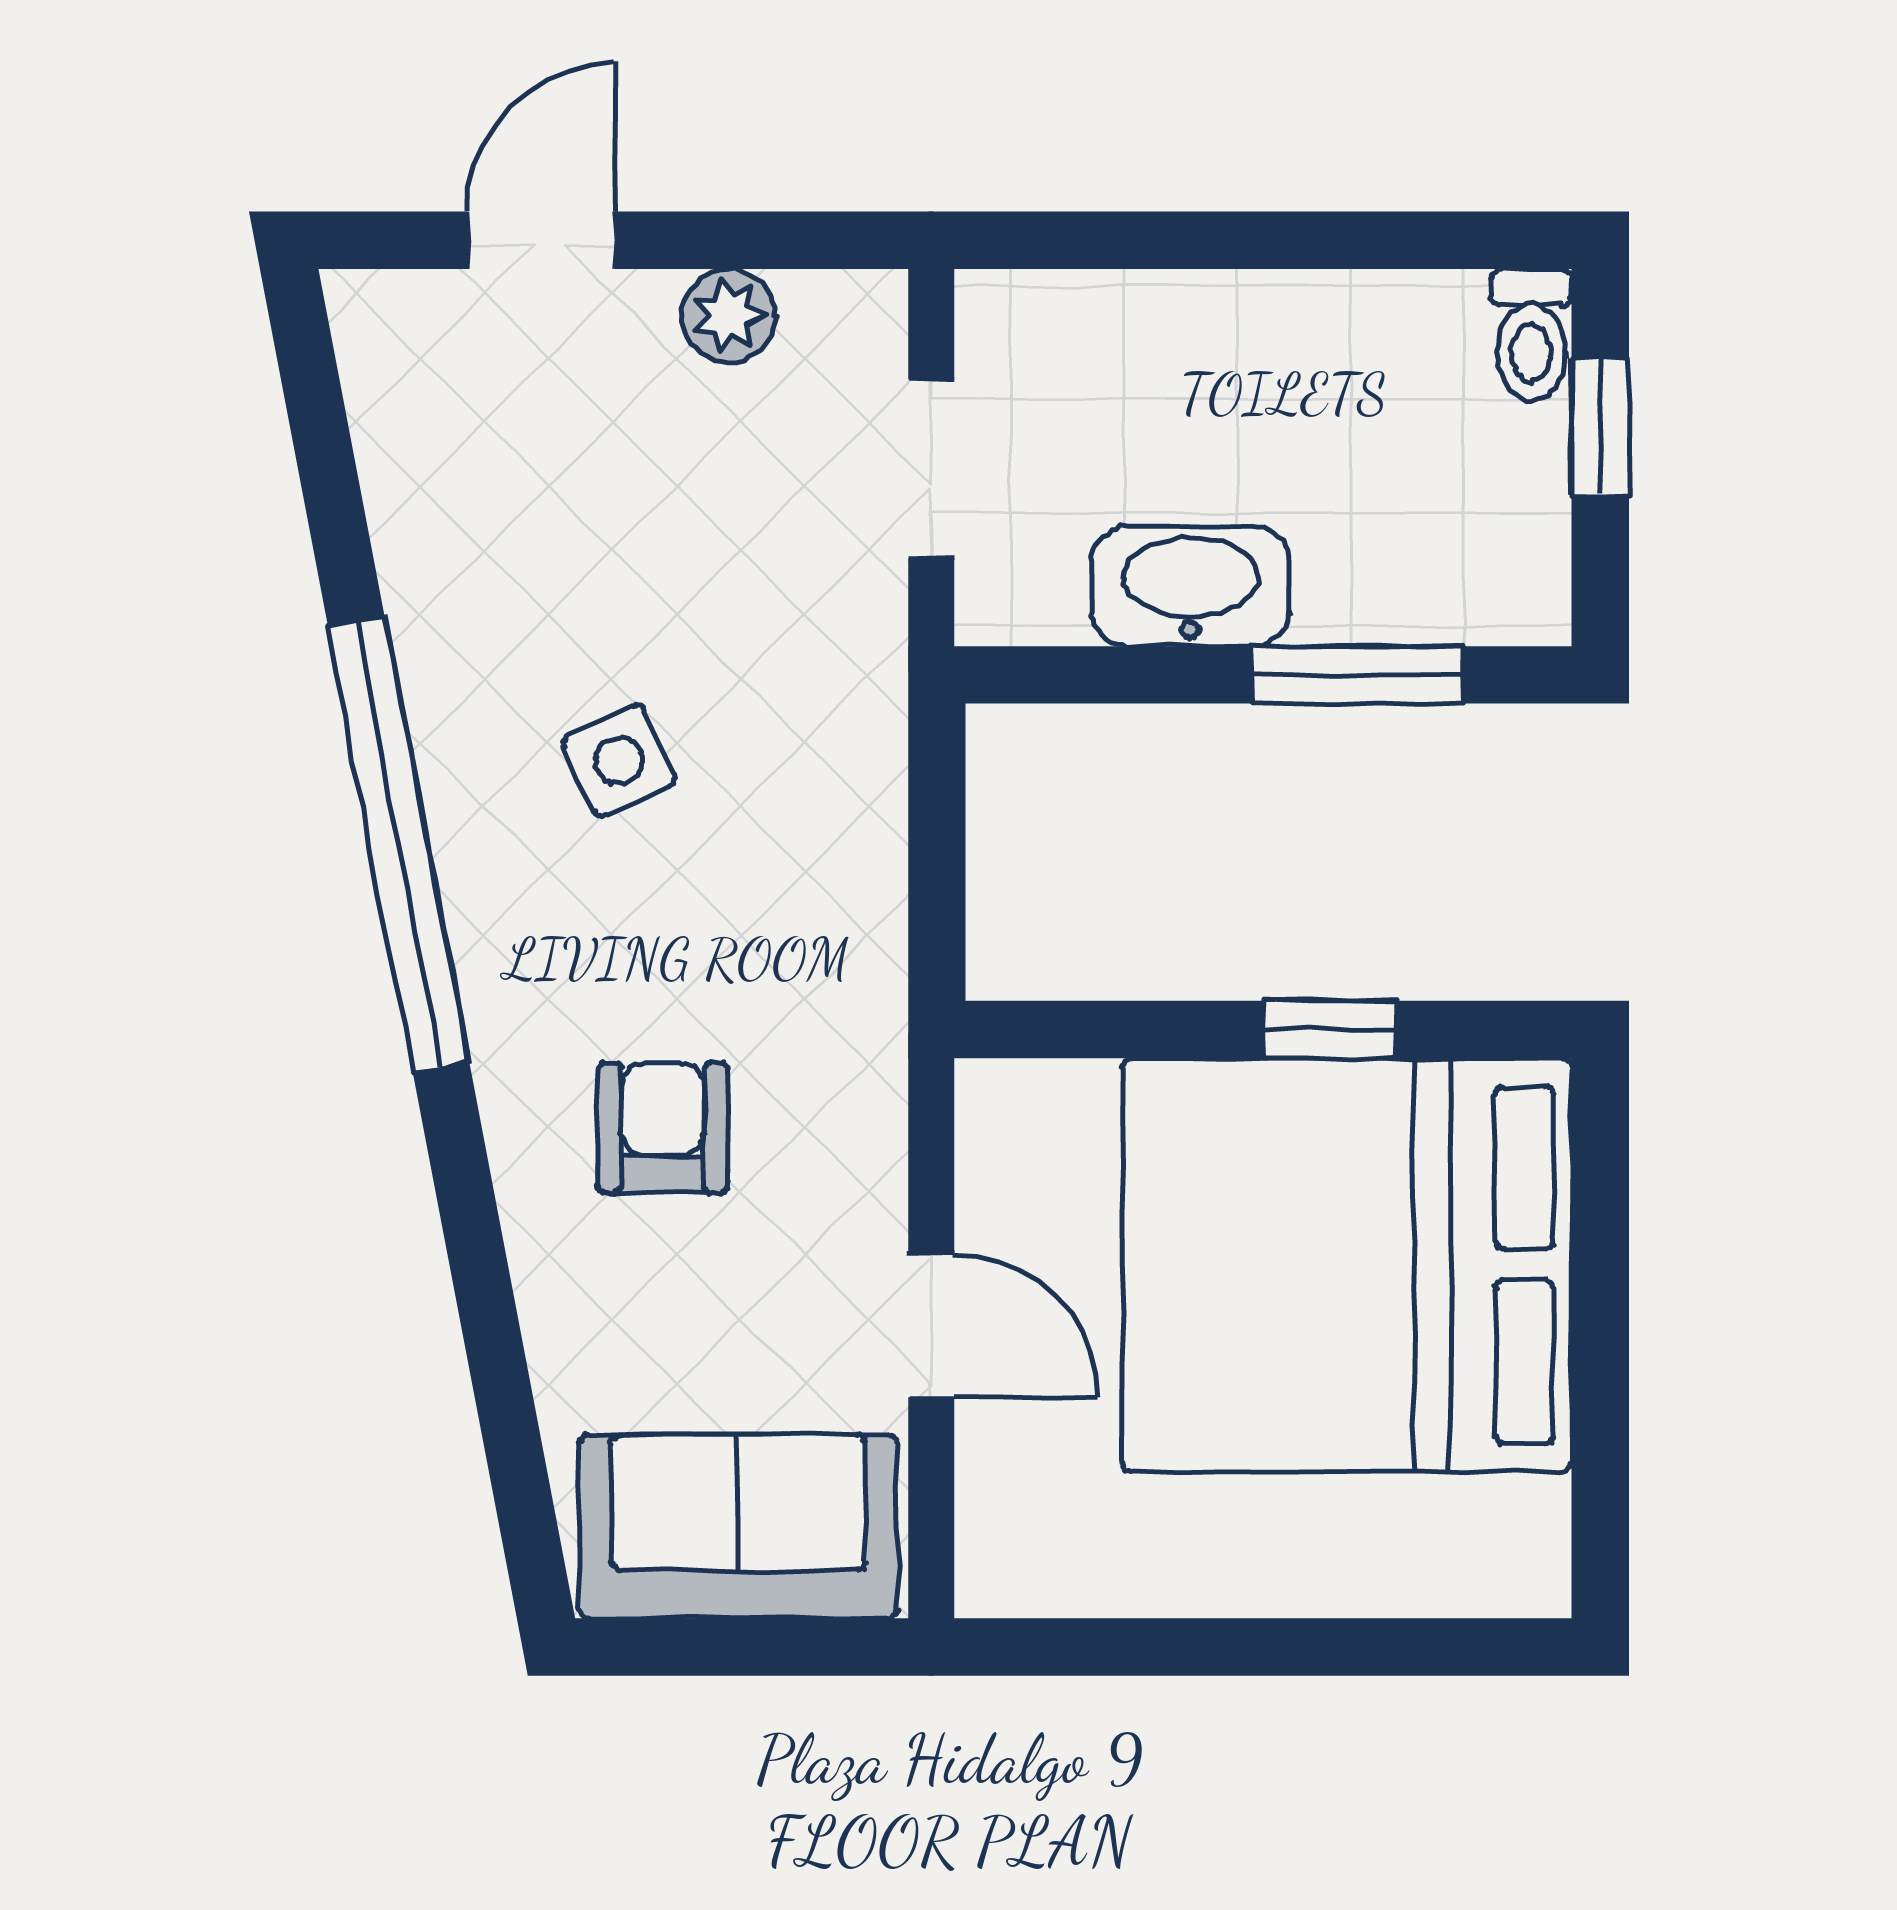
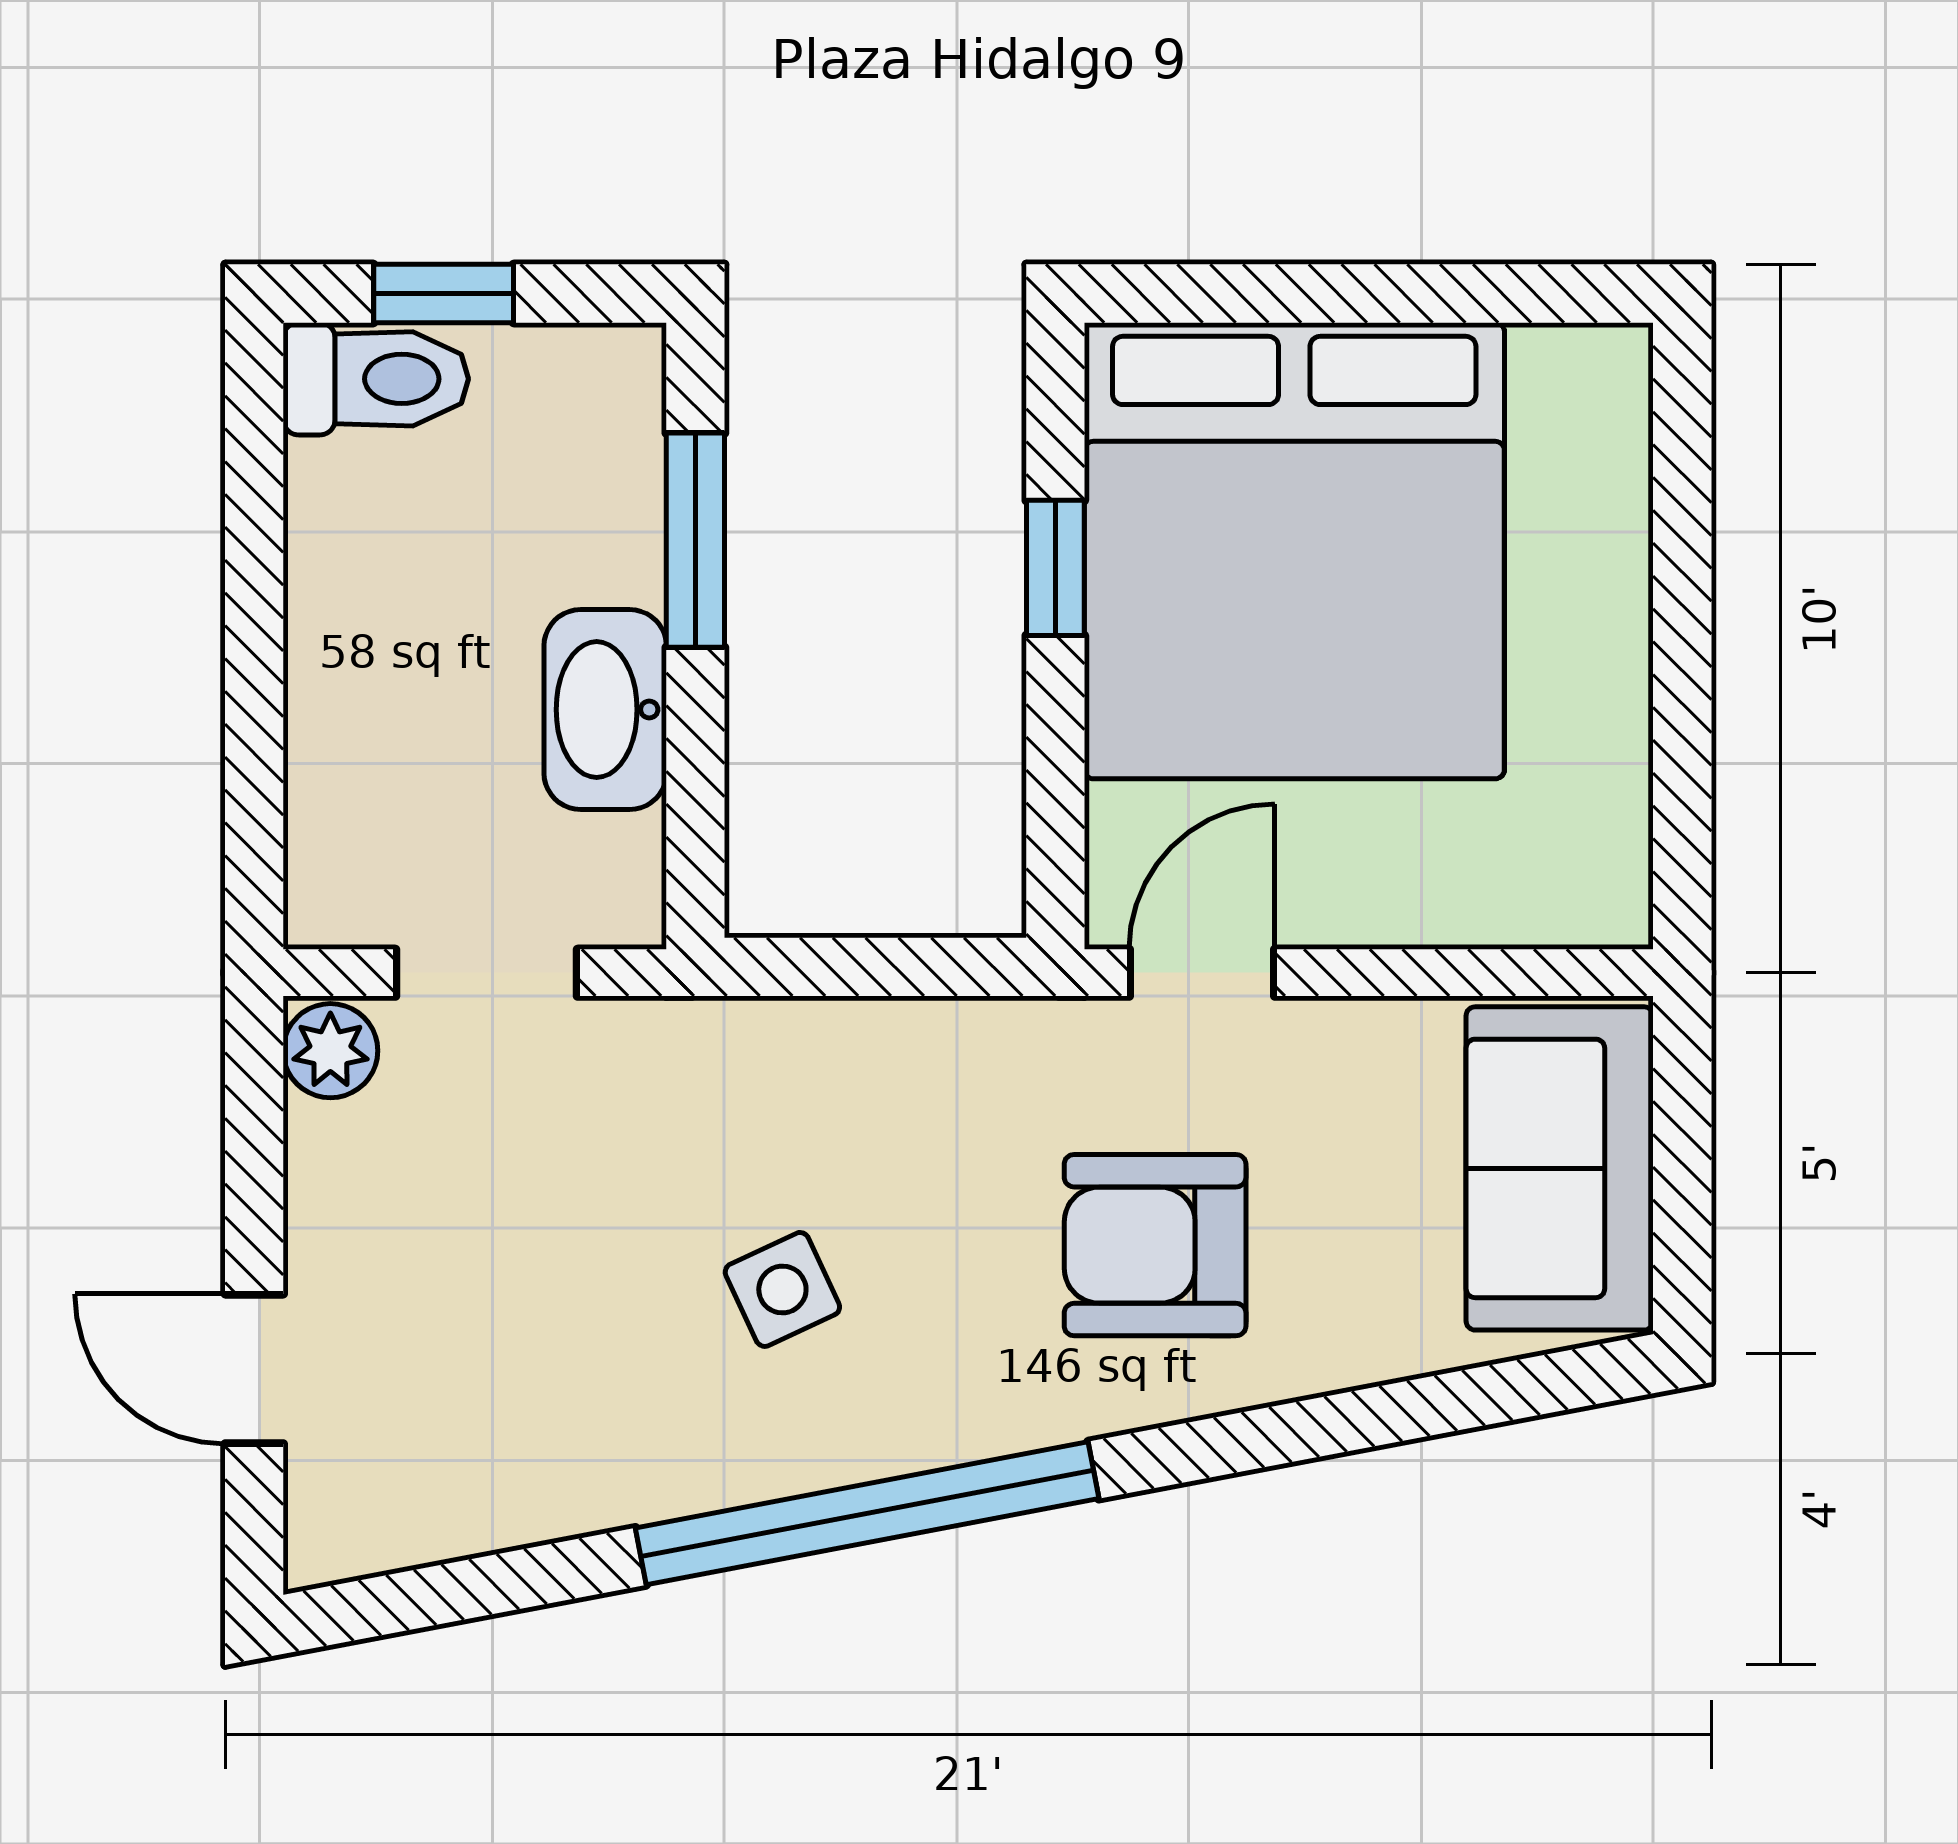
plant: (728, 315) -> (330, 1051), moved
toilet: (1531, 335) -> (376, 379), width x1.37, depth x1.39
armchair: (663, 1128) -> (1155, 1245), width x1.38, depth x1.38
door: (931, 1326) -> (1202, 973), moved

